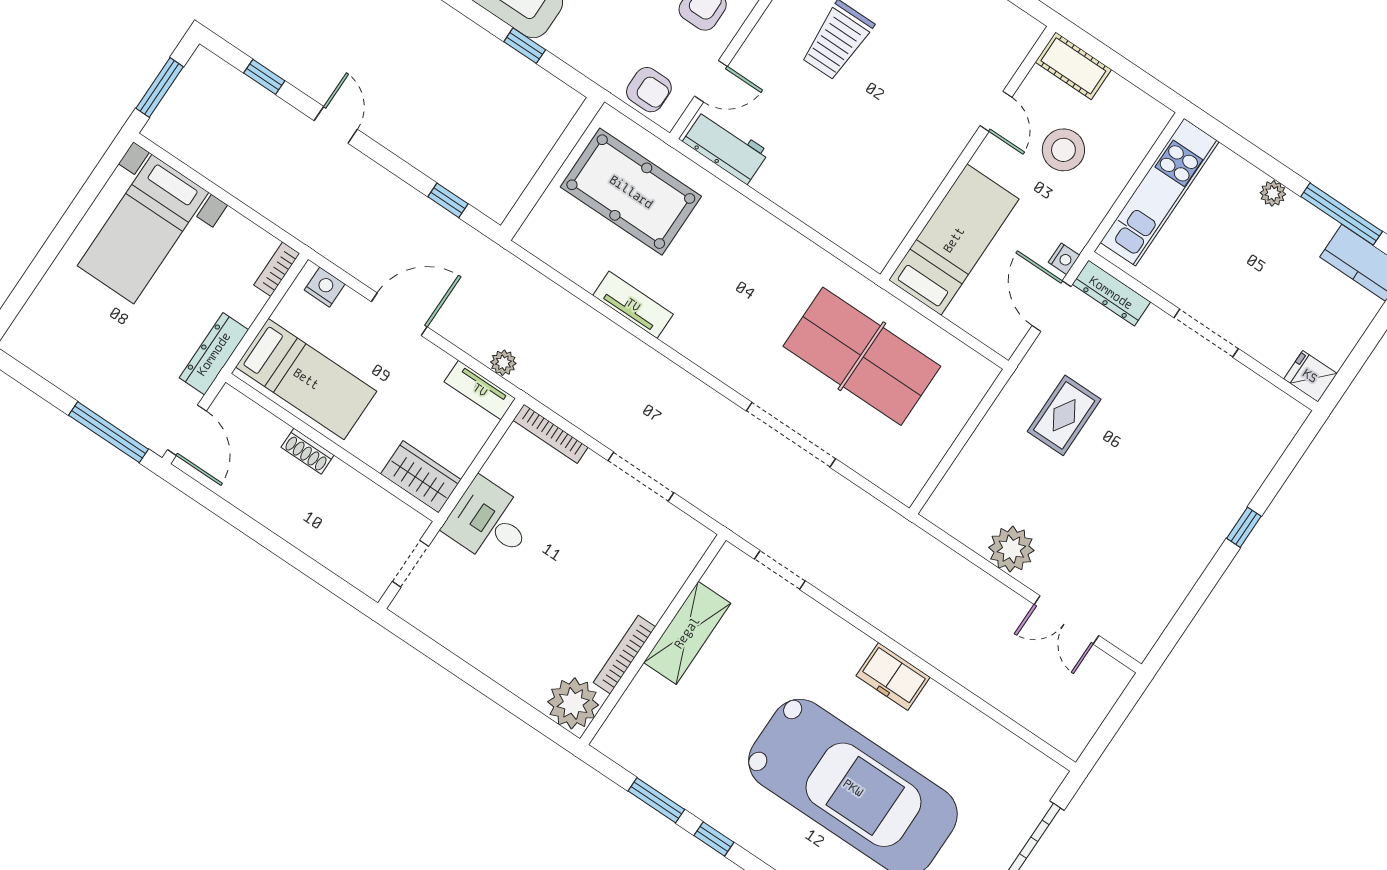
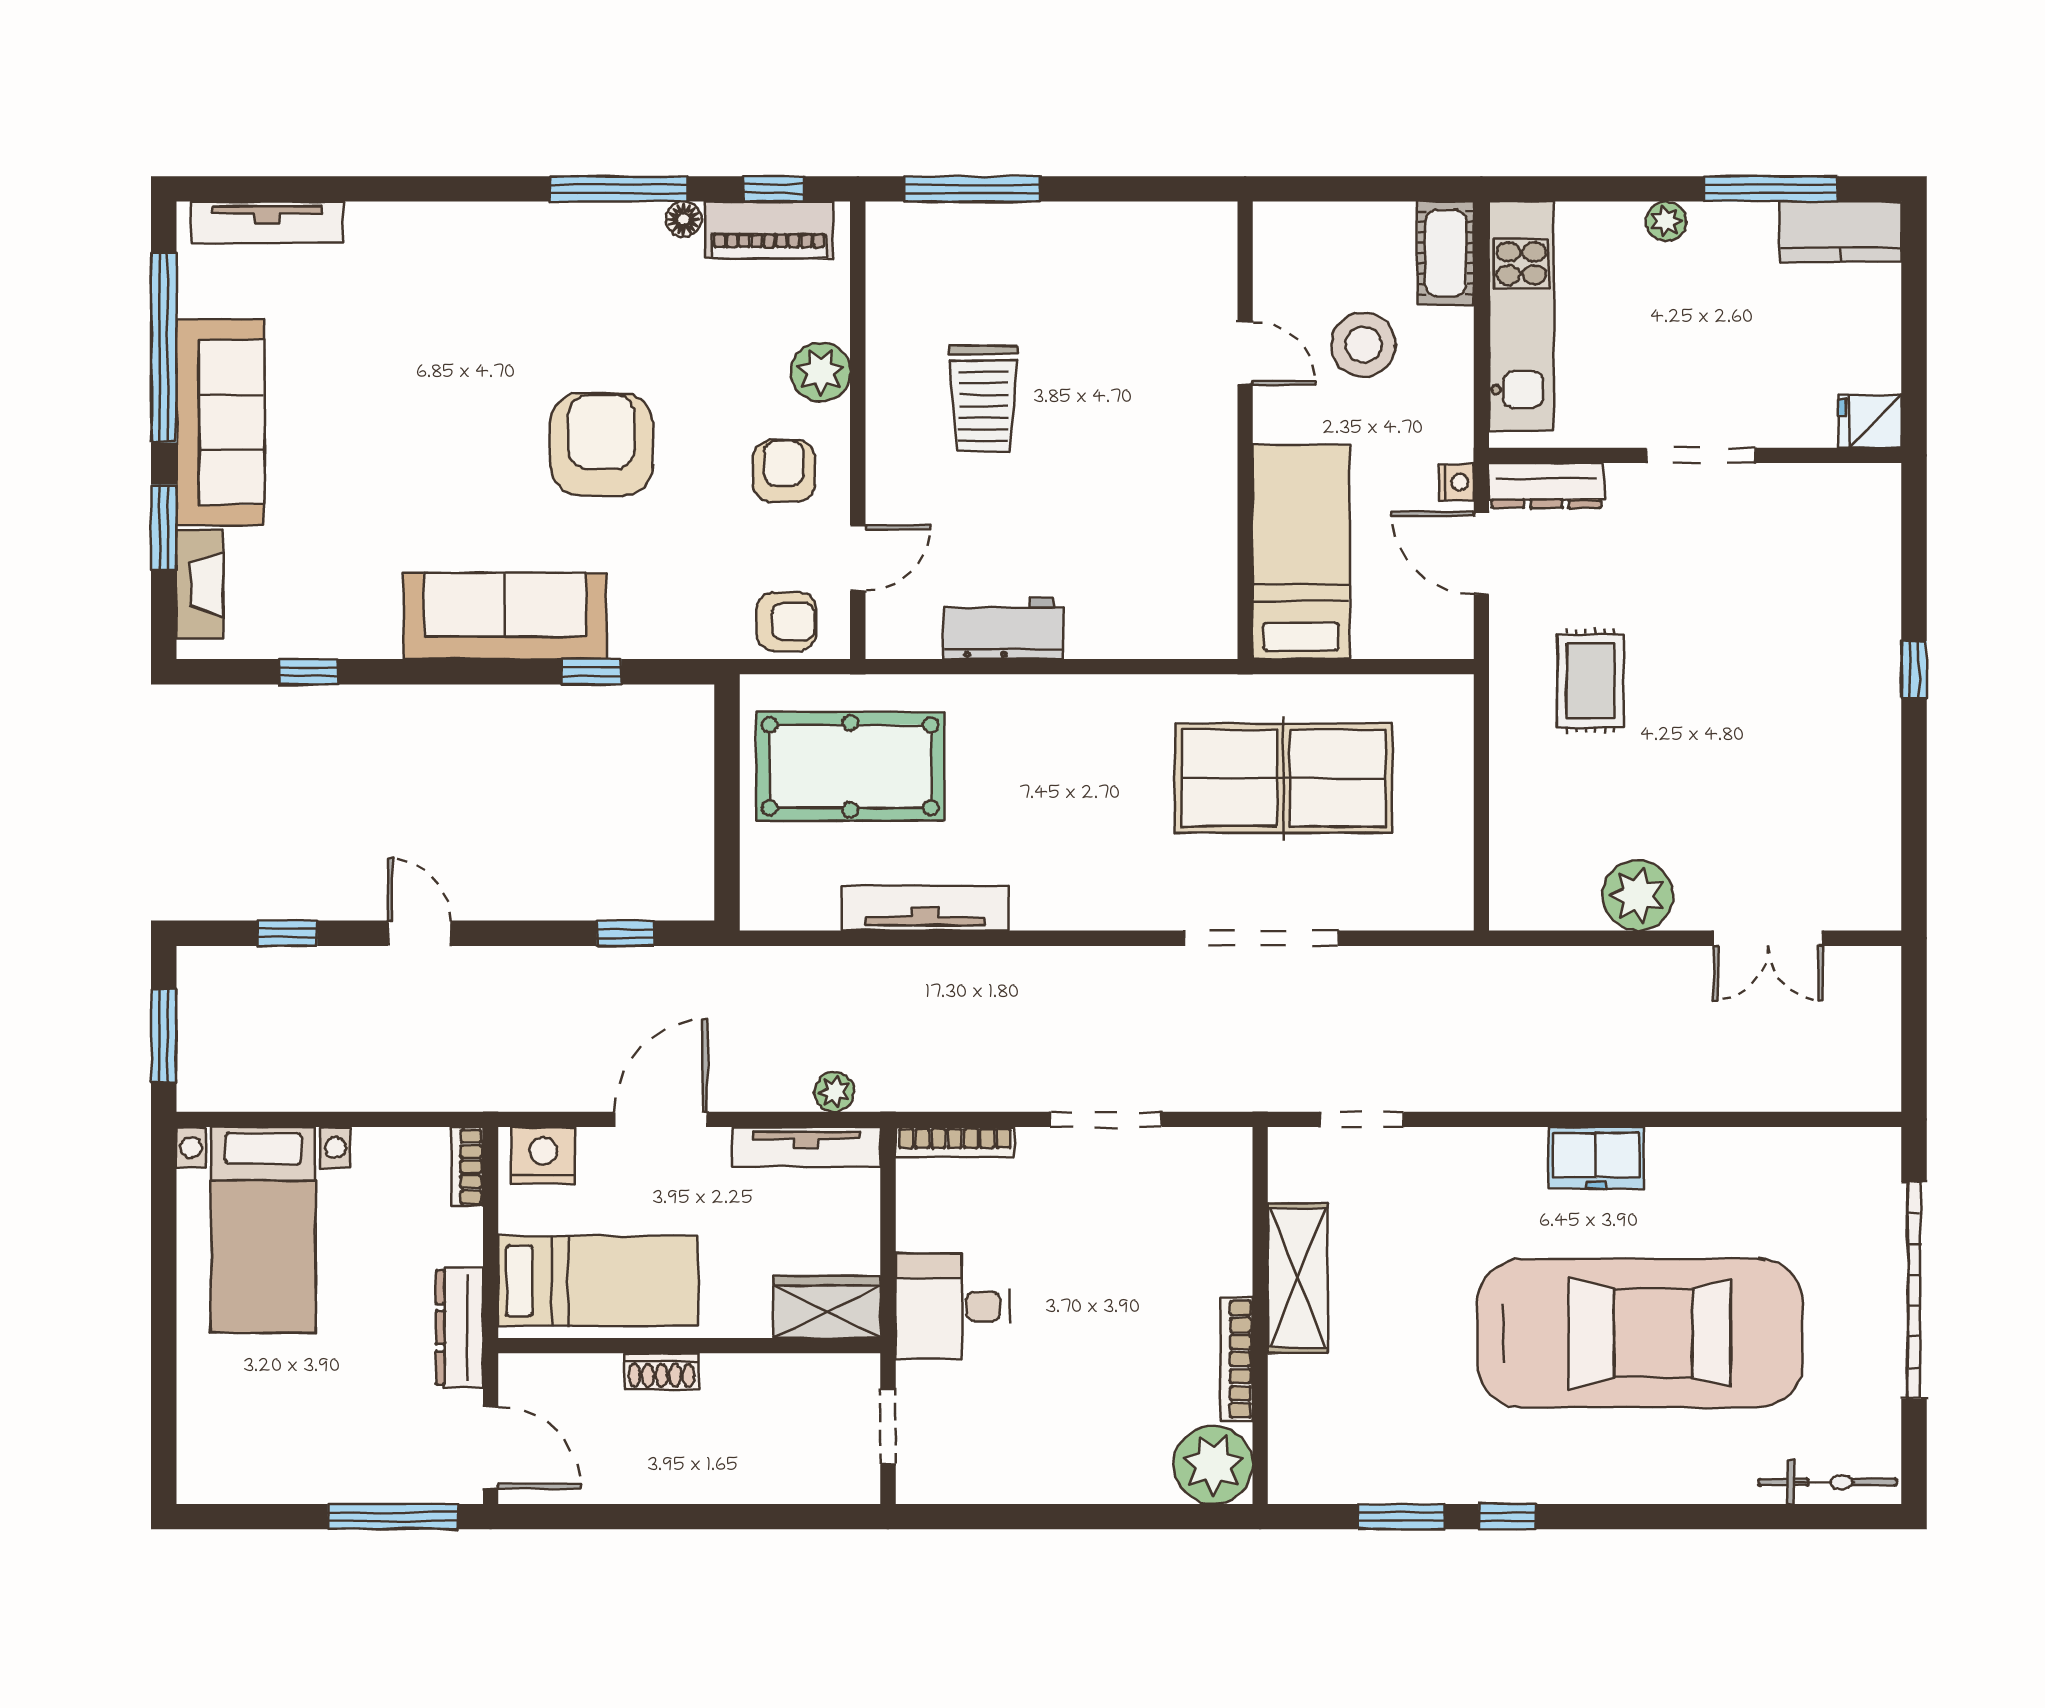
cot: (1073, 66) -> (1446, 253), moved, turned 90
workbench: (726, 147) -> (1004, 628), moved
nightstand: (325, 287) -> (543, 1155), width x1.36, depth x1.33
tv unit: (633, 305) -> (925, 908), width x1.41
tv unit: (480, 390) -> (806, 1147), width x1.41

